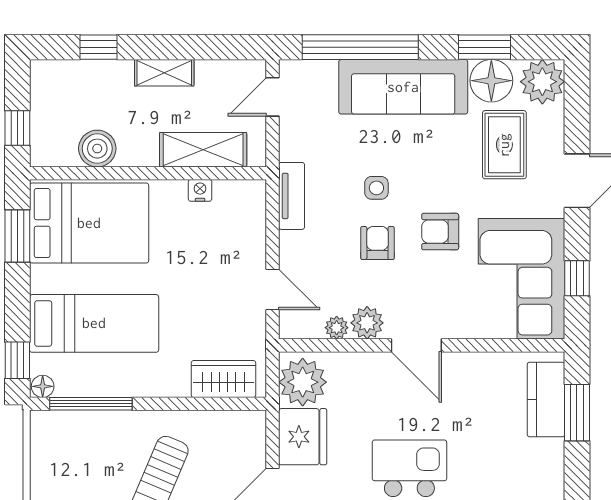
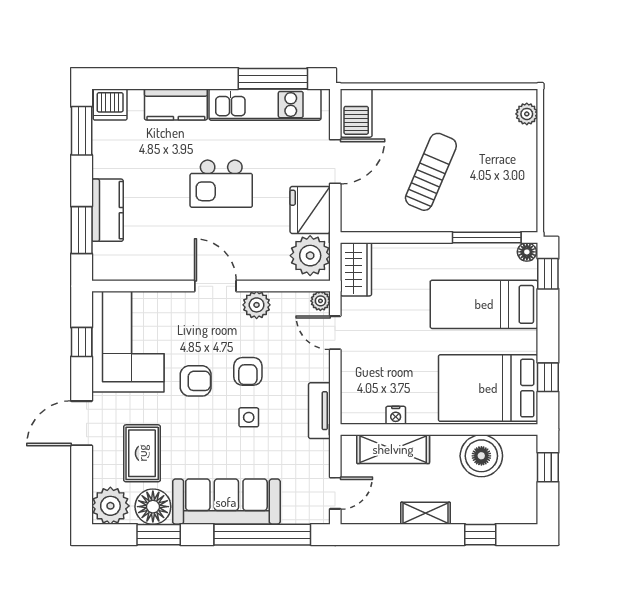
boiler: (97, 149) -> (481, 456), width x1.37, depth x1.37
window: (17, 236) -> (548, 377), width x0.67
plant: (337, 328) -> (320, 301), moved
wardrobe: (223, 379) -> (356, 269), moved, turned -90
kitchen counter: (546, 400) -> (107, 210), moved

